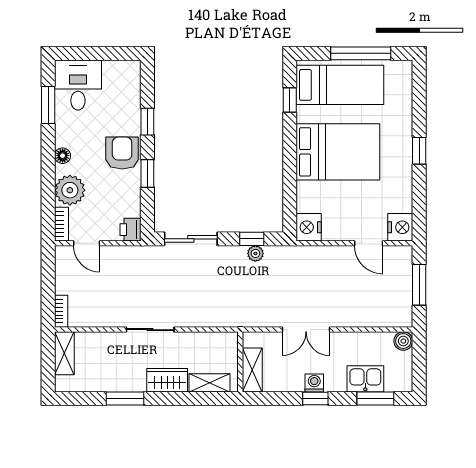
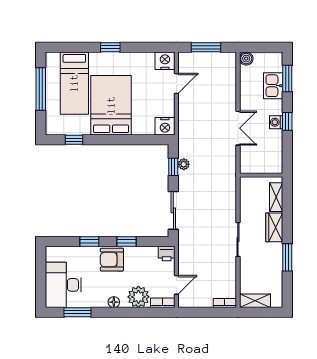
desk: (78, 85) -> (63, 285), width x1.37
bed: (340, 85) -> (74, 83), moved, turned 180
shelving: (252, 370) -> (267, 167), removed

